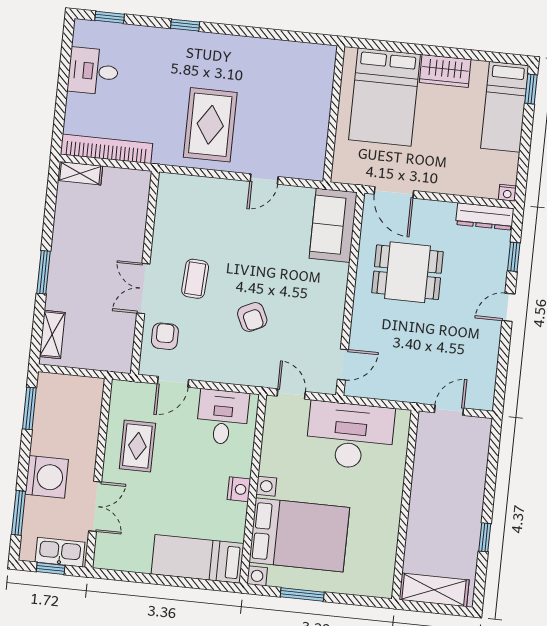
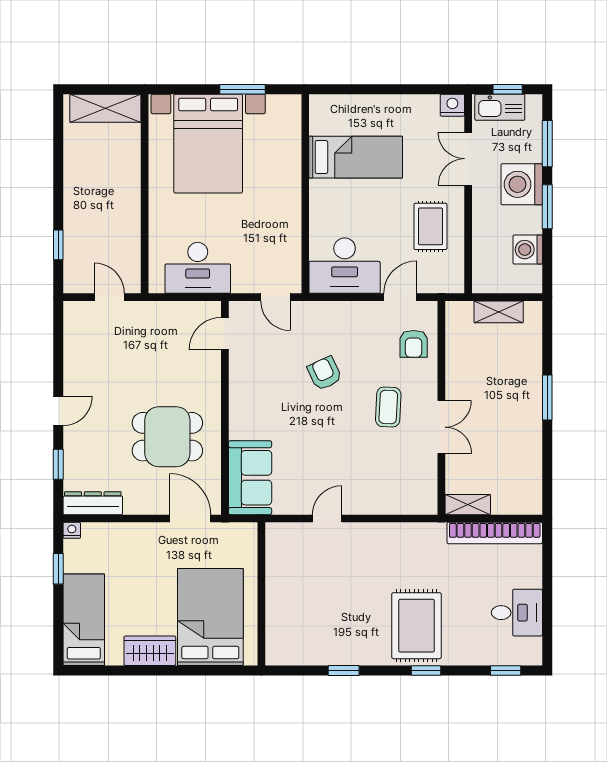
window: (263, 33) -> (344, 671), added
window: (531, 89) -> (58, 569), moved
rug: (210, 125) -> (417, 626), moved
shelving: (80, 173) -> (468, 505), moved
double door: (143, 289) -> (441, 427), moved
shelving: (52, 334) -> (499, 312), moved, turned 90
window: (29, 408) -> (547, 207), moved
door: (449, 410) -> (109, 297), swing flipped
washing machine: (47, 414) -> (528, 250), added
desk: (223, 417) -> (345, 266), width x1.37
desk: (350, 436) -> (198, 268), width x0.73, depth x0.77
nightstand: (239, 489) -> (452, 105), moved, turned 90
bed with nightstands: (299, 535) -> (208, 144), moved, turned -90
window: (485, 537) -> (58, 245), moved
bed: (198, 559) -> (356, 157), moved

